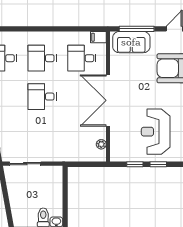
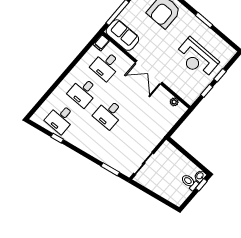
sofa: (131, 42) -> (122, 35), moved, turned -90
double door: (108, 100) -> (149, 72), width x0.73

